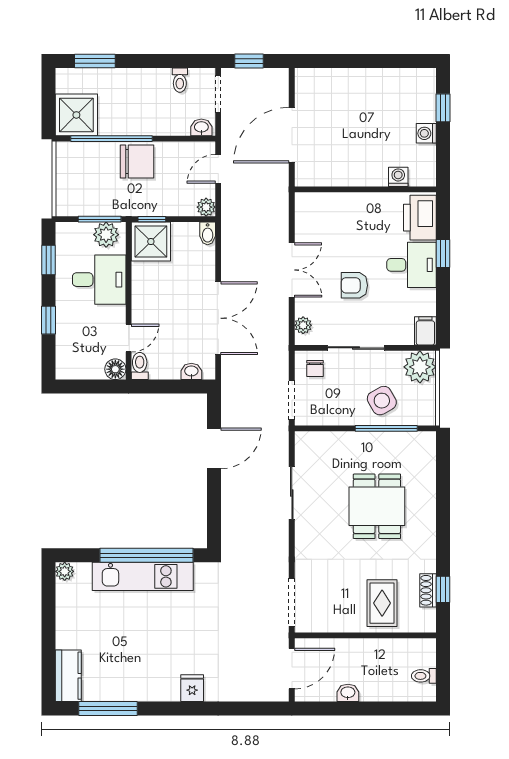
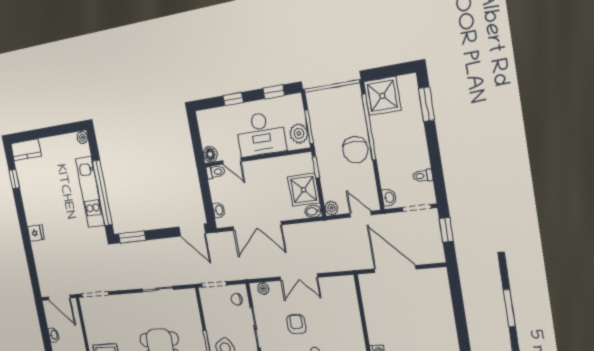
shower: (151, 242) -> (304, 190), moved
desk: (99, 280) -> (261, 134), width x1.37
door: (214, 448) -> (192, 230), moved
window: (214, 519) -> (132, 237), added
window: (108, 708) -> (14, 179), width x0.46

